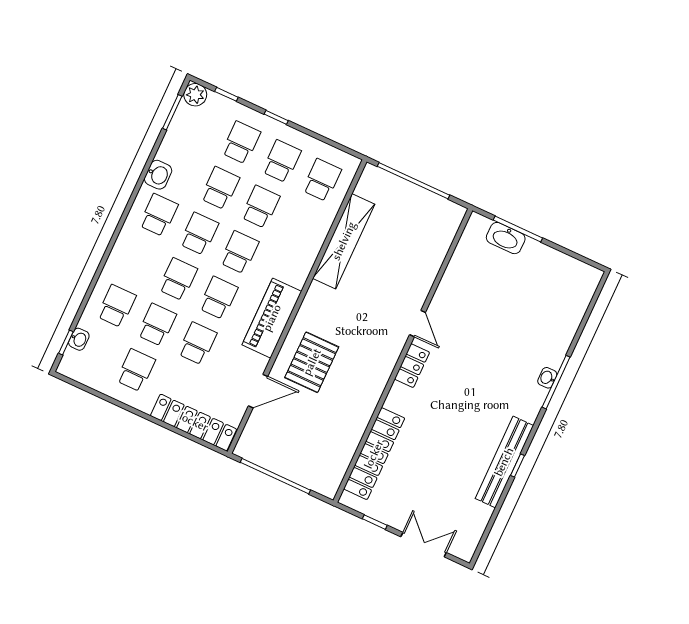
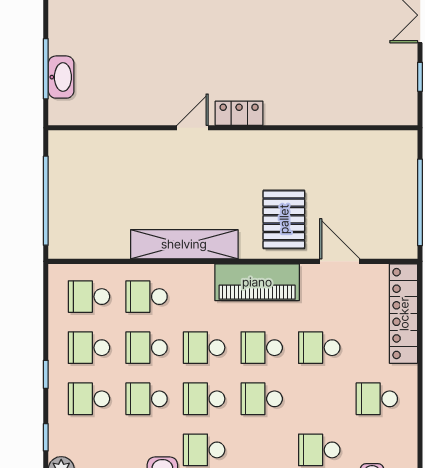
shelving: (344, 241) -> (184, 244), moved
school desk: (157, 325) -> (147, 297), moved
pallet: (312, 362) -> (284, 219), turned 90
locker: (374, 454) -> (349, 110), removed

